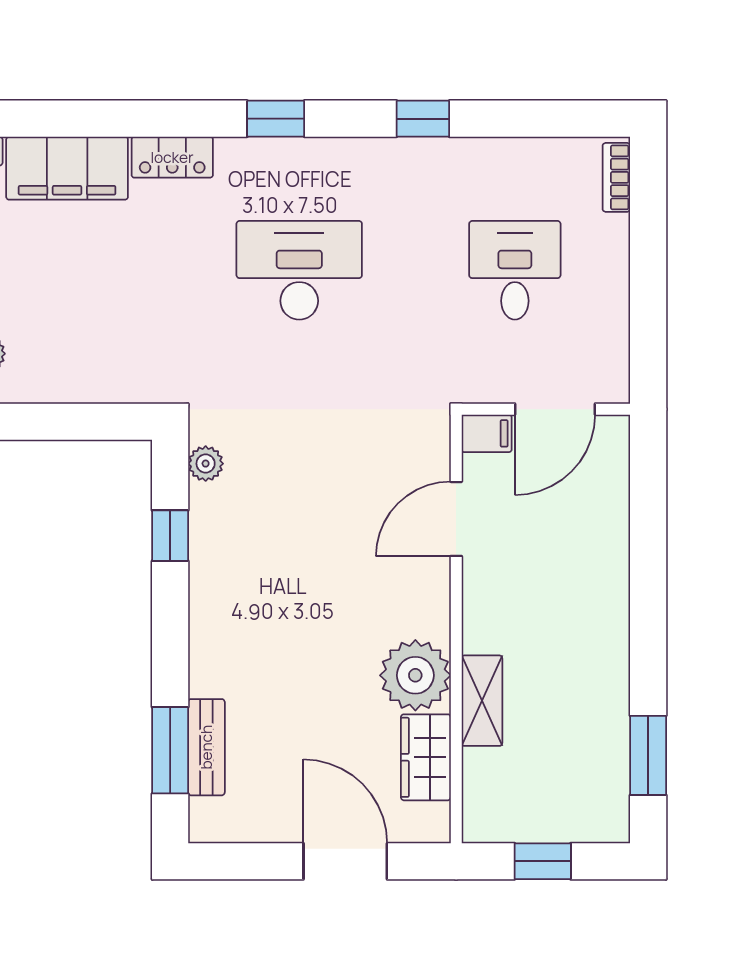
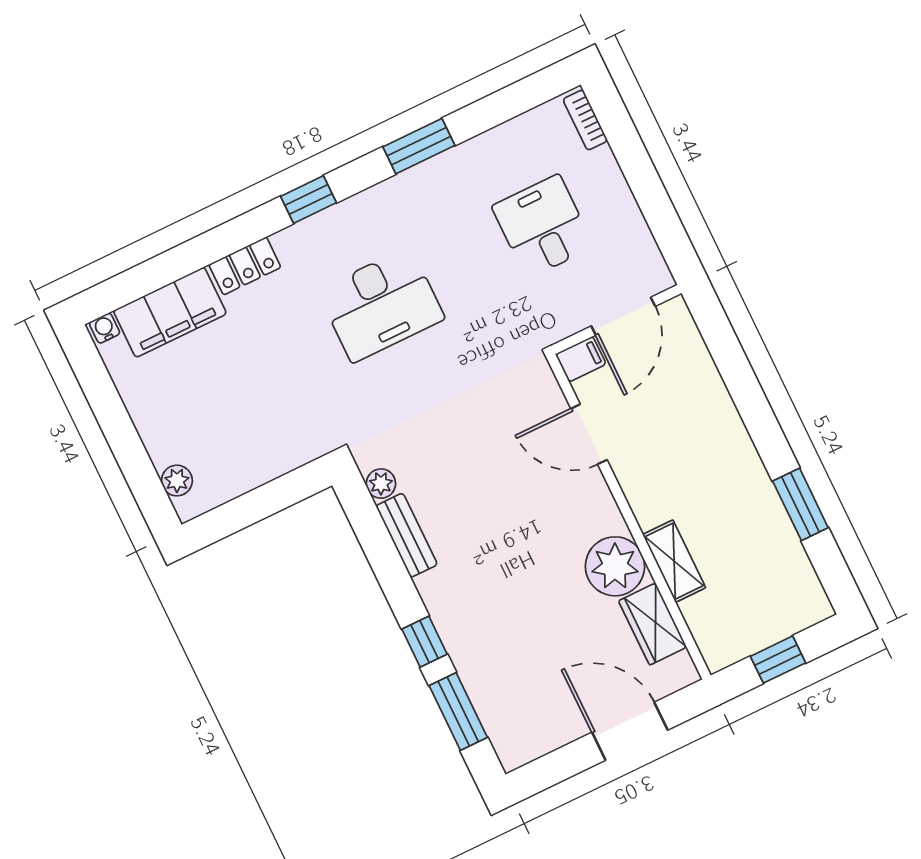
window: (423, 119) -> (419, 146), width x1.50
desk: (299, 270) -> (381, 305), turned 180
door: (456, 519) -> (589, 434), hinge flipped
window: (170, 536) -> (424, 642), moved
bench: (206, 747) -> (407, 535), moved
window: (648, 755) -> (800, 504), moved

